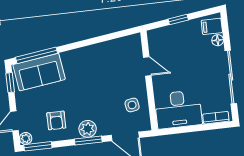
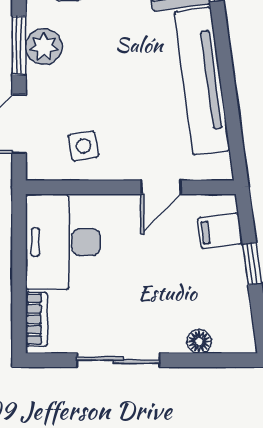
filing cabinet: (212, 26) -> (220, 231), moved, turned -98
tv unit: (95, 53) -> (202, 81), added
sliding door: (231, 77) -> (118, 360), width x0.73

